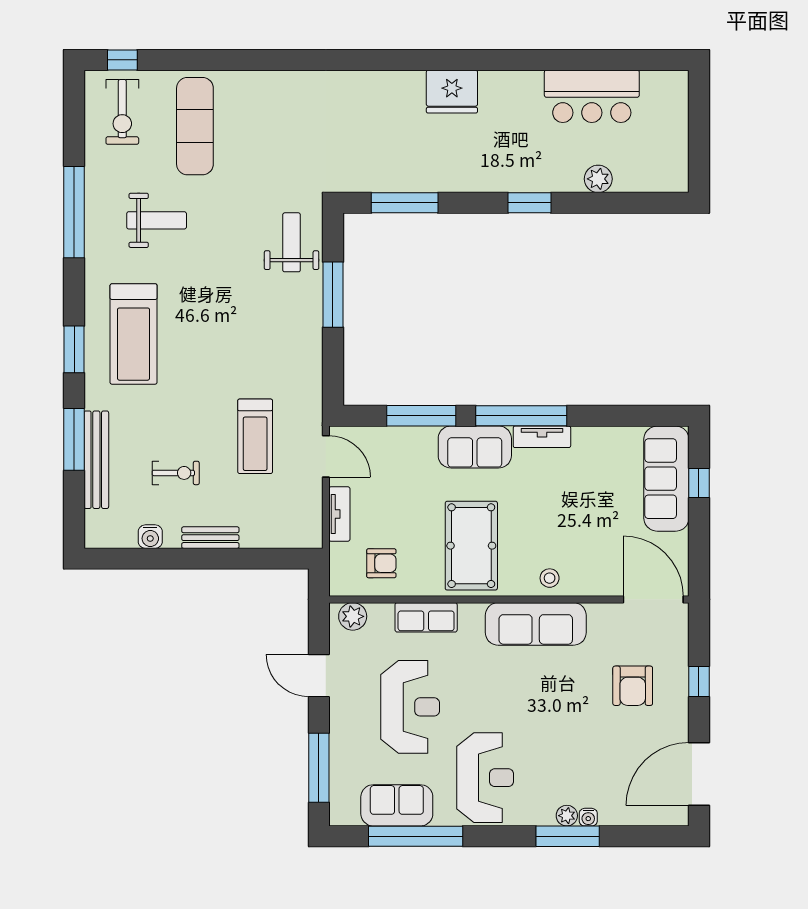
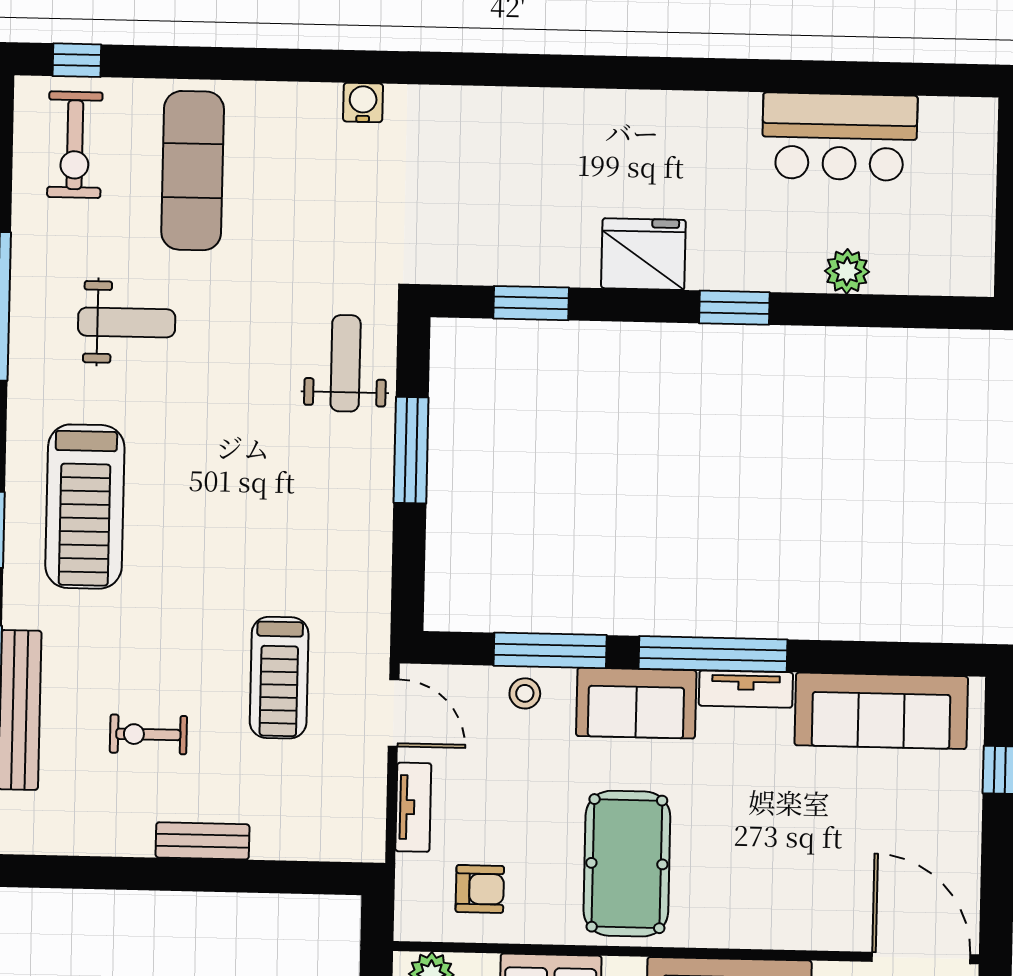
fridge: (452, 92) -> (643, 254), moved, turned 180
window: (405, 203) -> (531, 303), width x0.69
exercise bike: (176, 473) -> (148, 734), turned 180
sofa: (666, 479) -> (881, 711), moved, turned -90
water cooler: (150, 537) -> (363, 102), moved, turned 180
stool: (550, 578) -> (525, 693), moved

